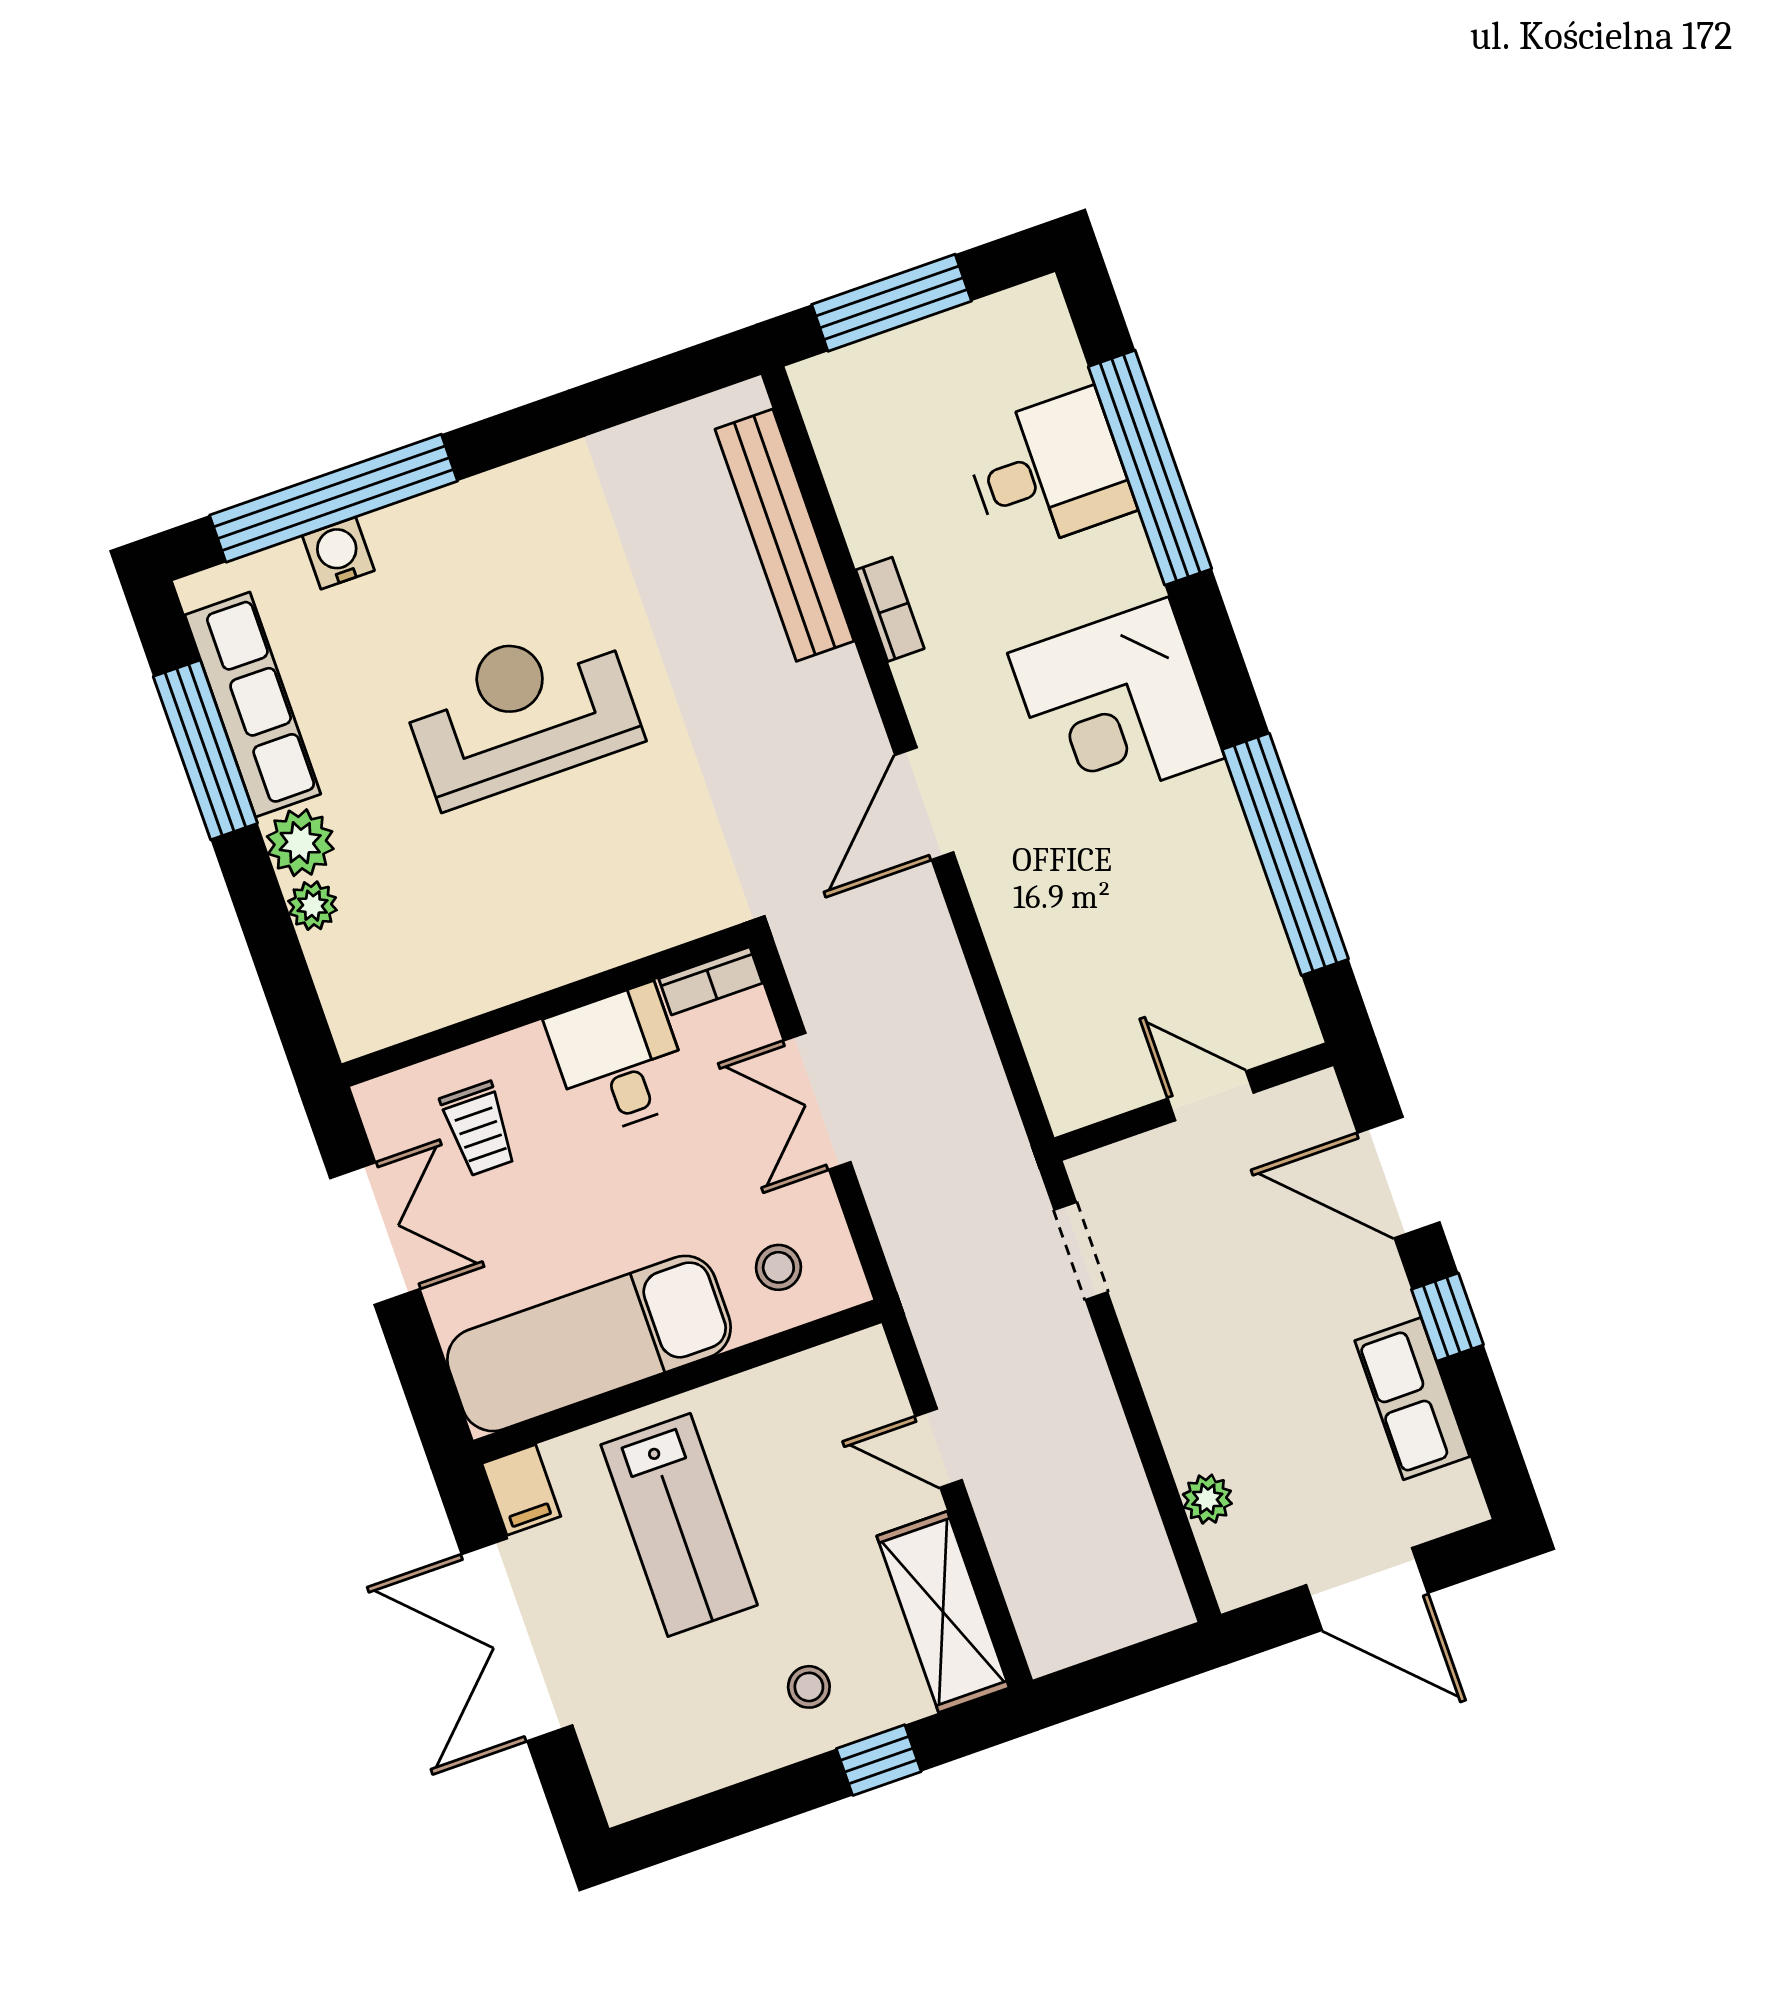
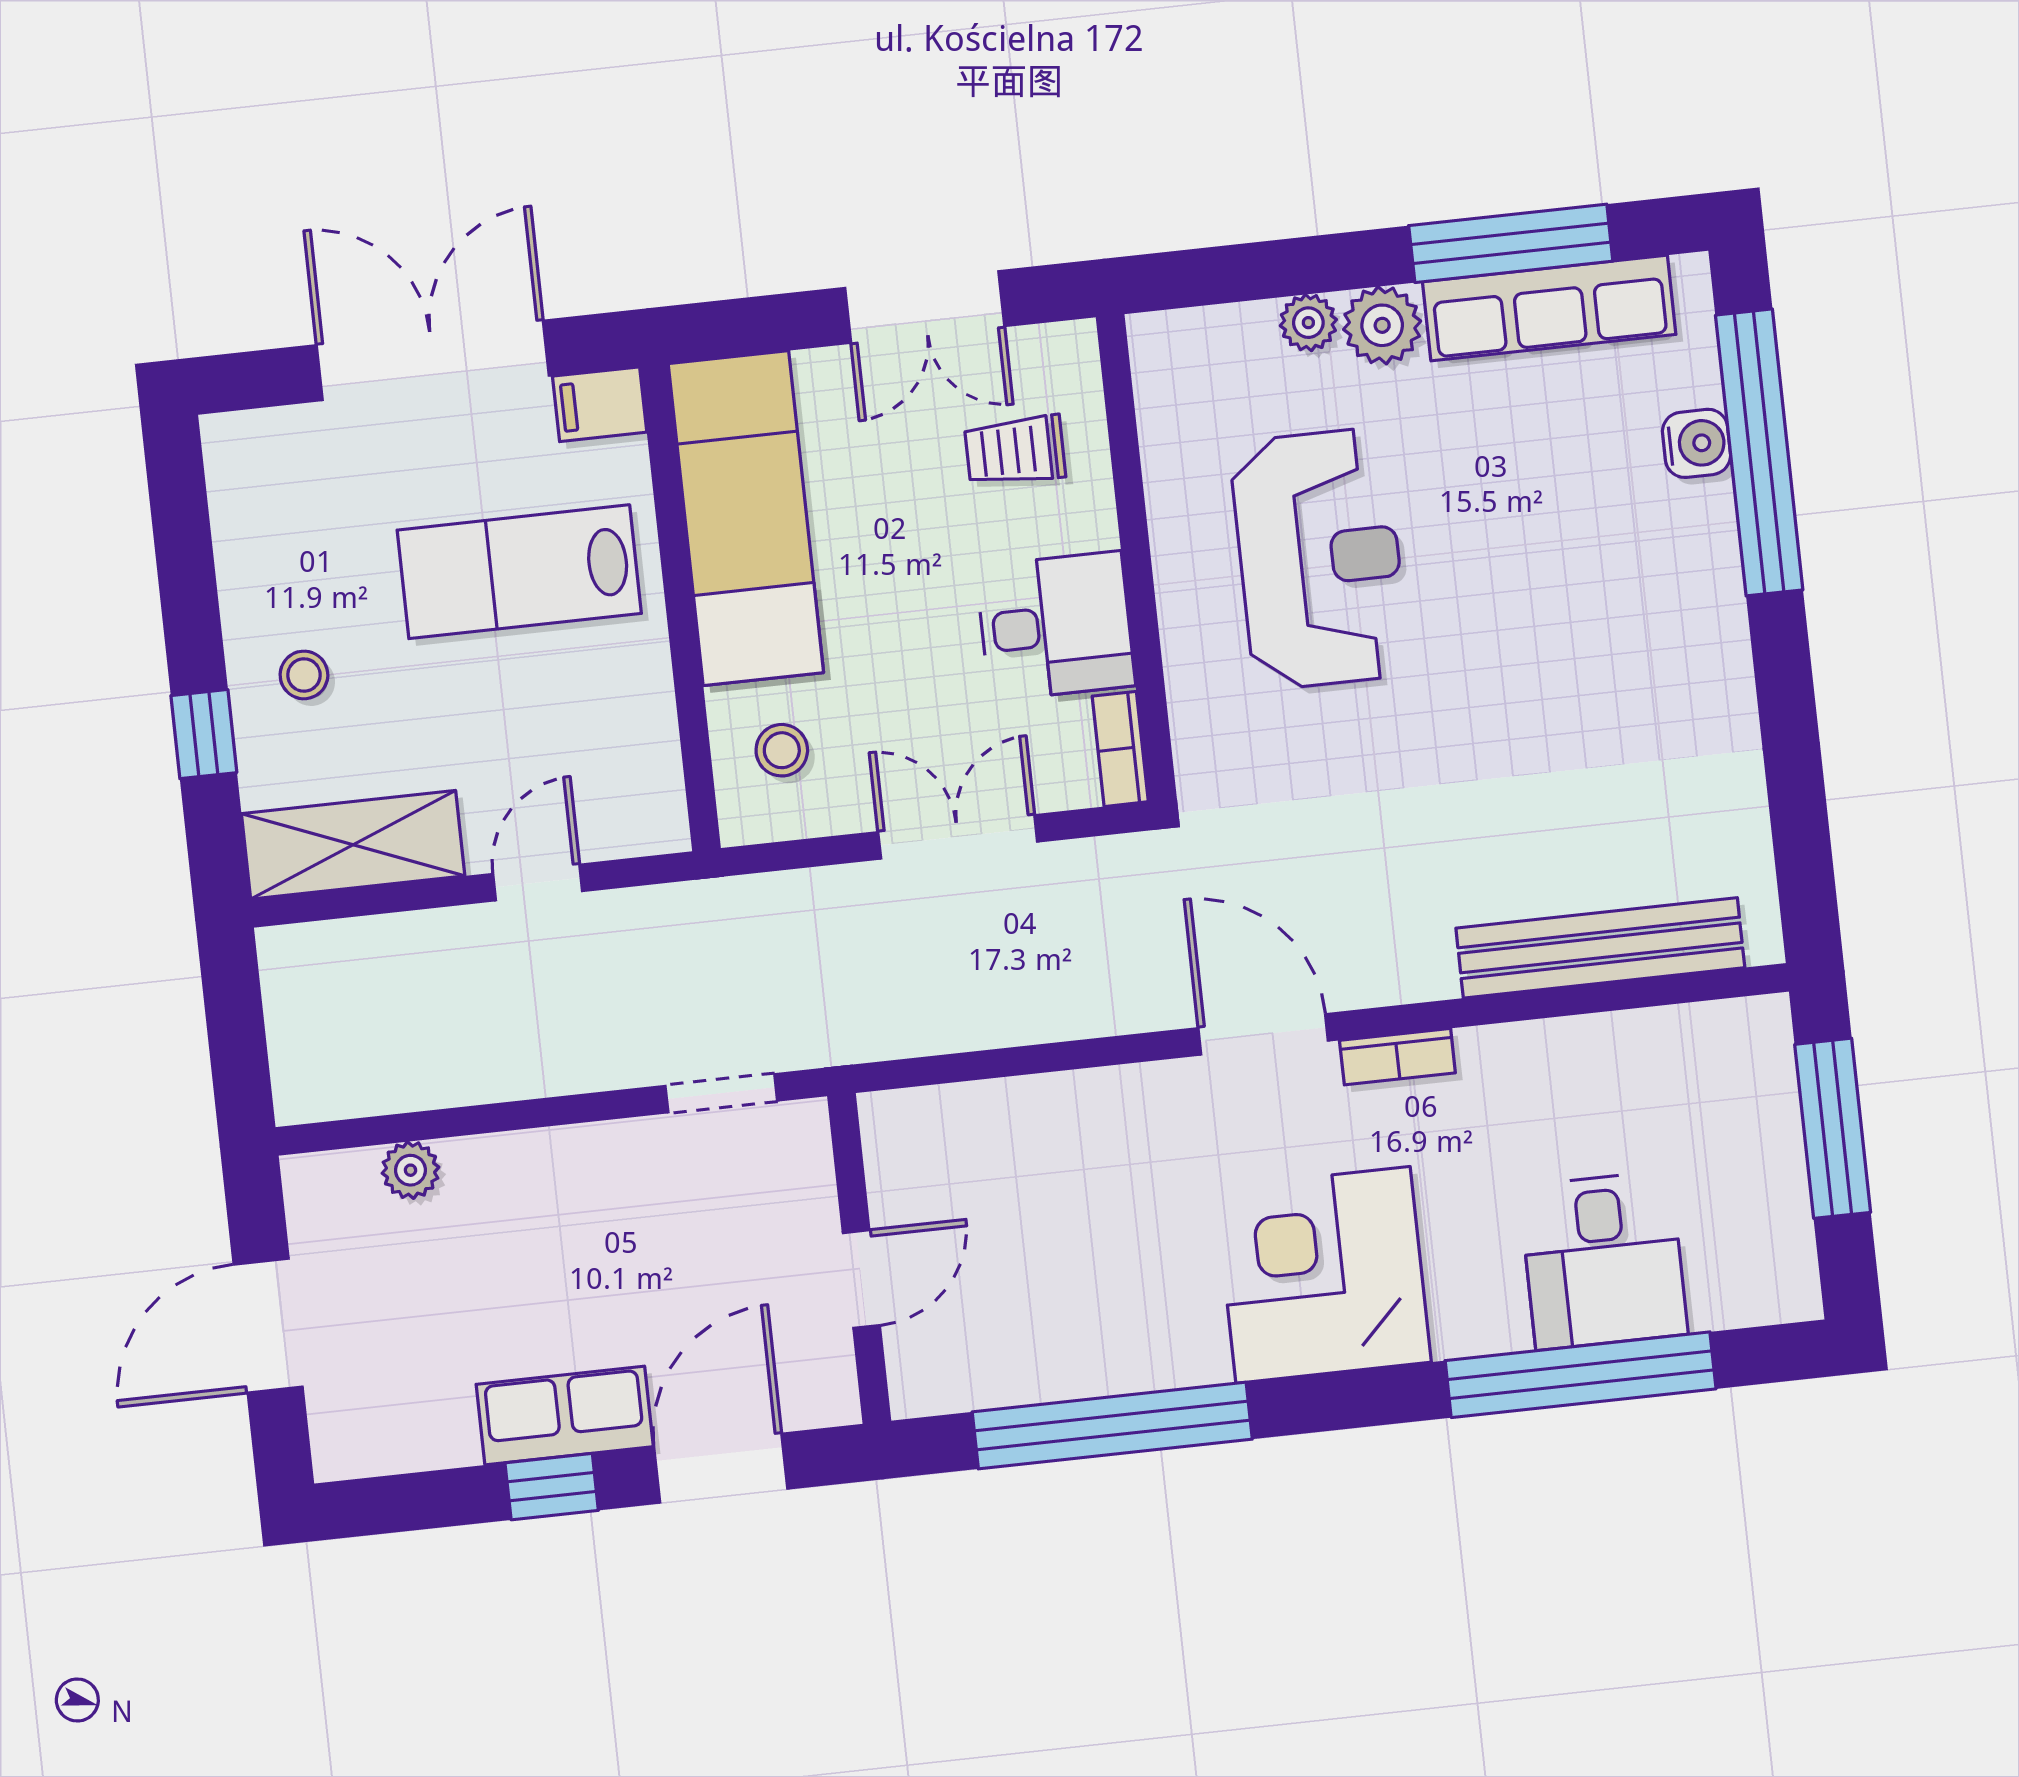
bookcase: (890, 609) -> (1397, 1057), moved
reception desk: (521, 712) -> (1320, 559), moved
row of seats: (1412, 1399) -> (565, 1415), moved

